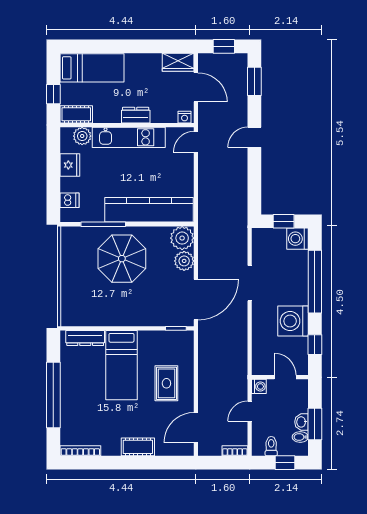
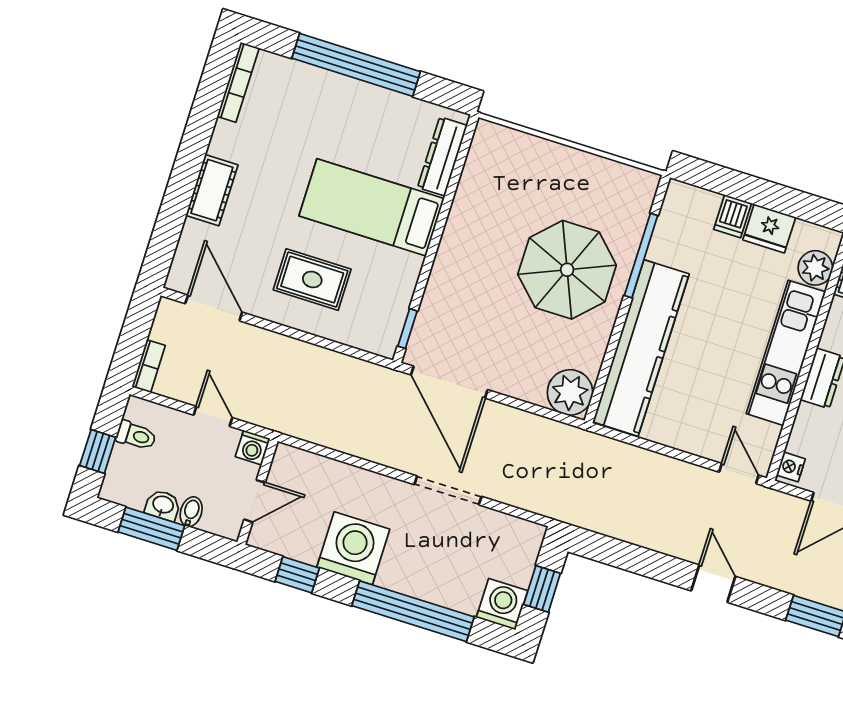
dishwasher: (70, 200) -> (733, 216), moved
plant: (184, 261) -> (527, 383), removed
bidet: (300, 437) -> (191, 512), moved

